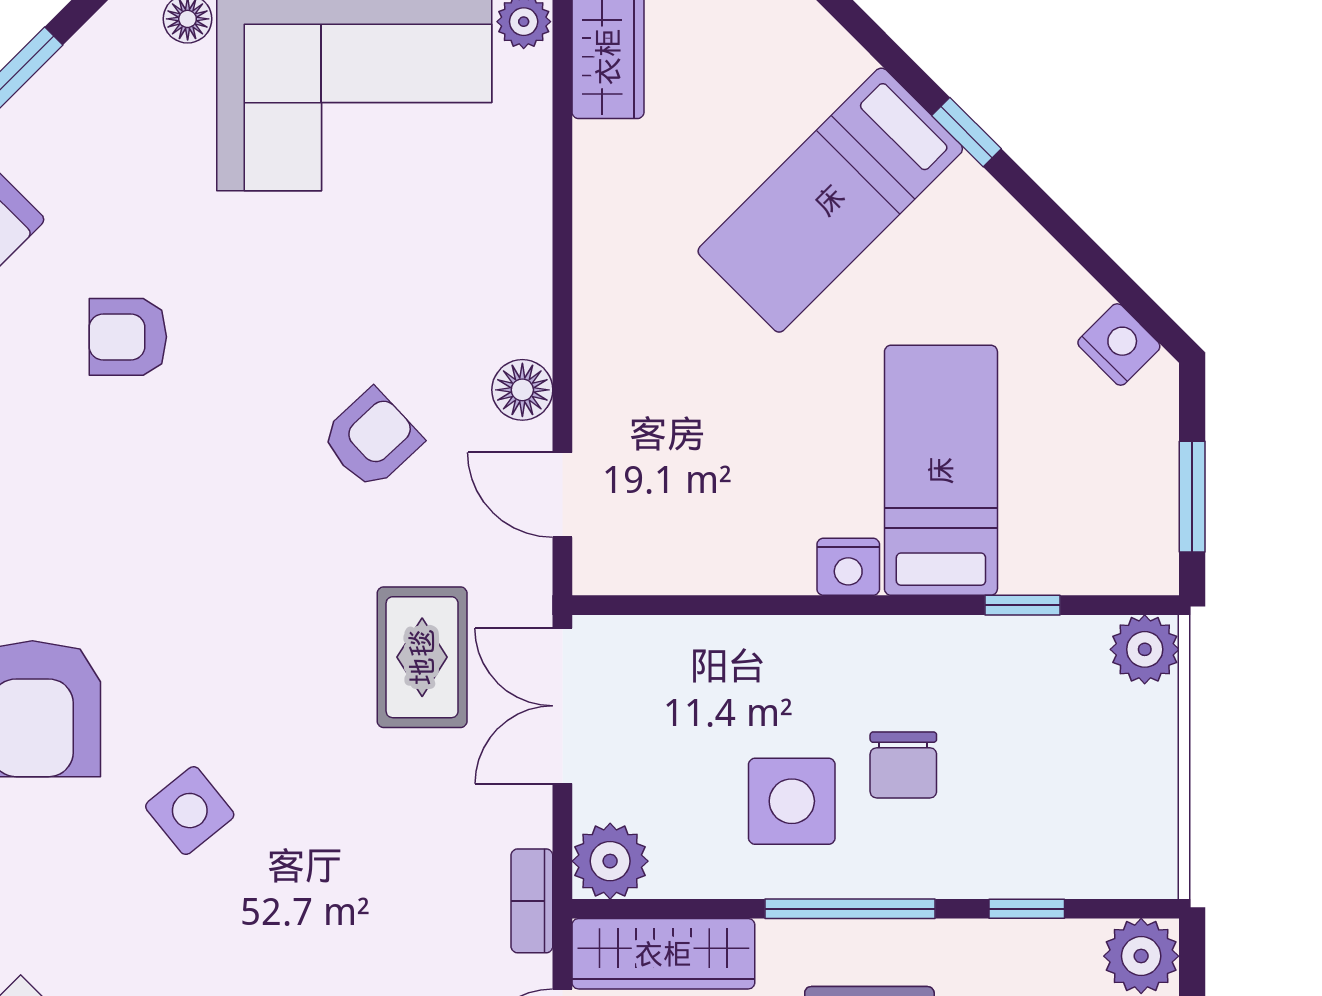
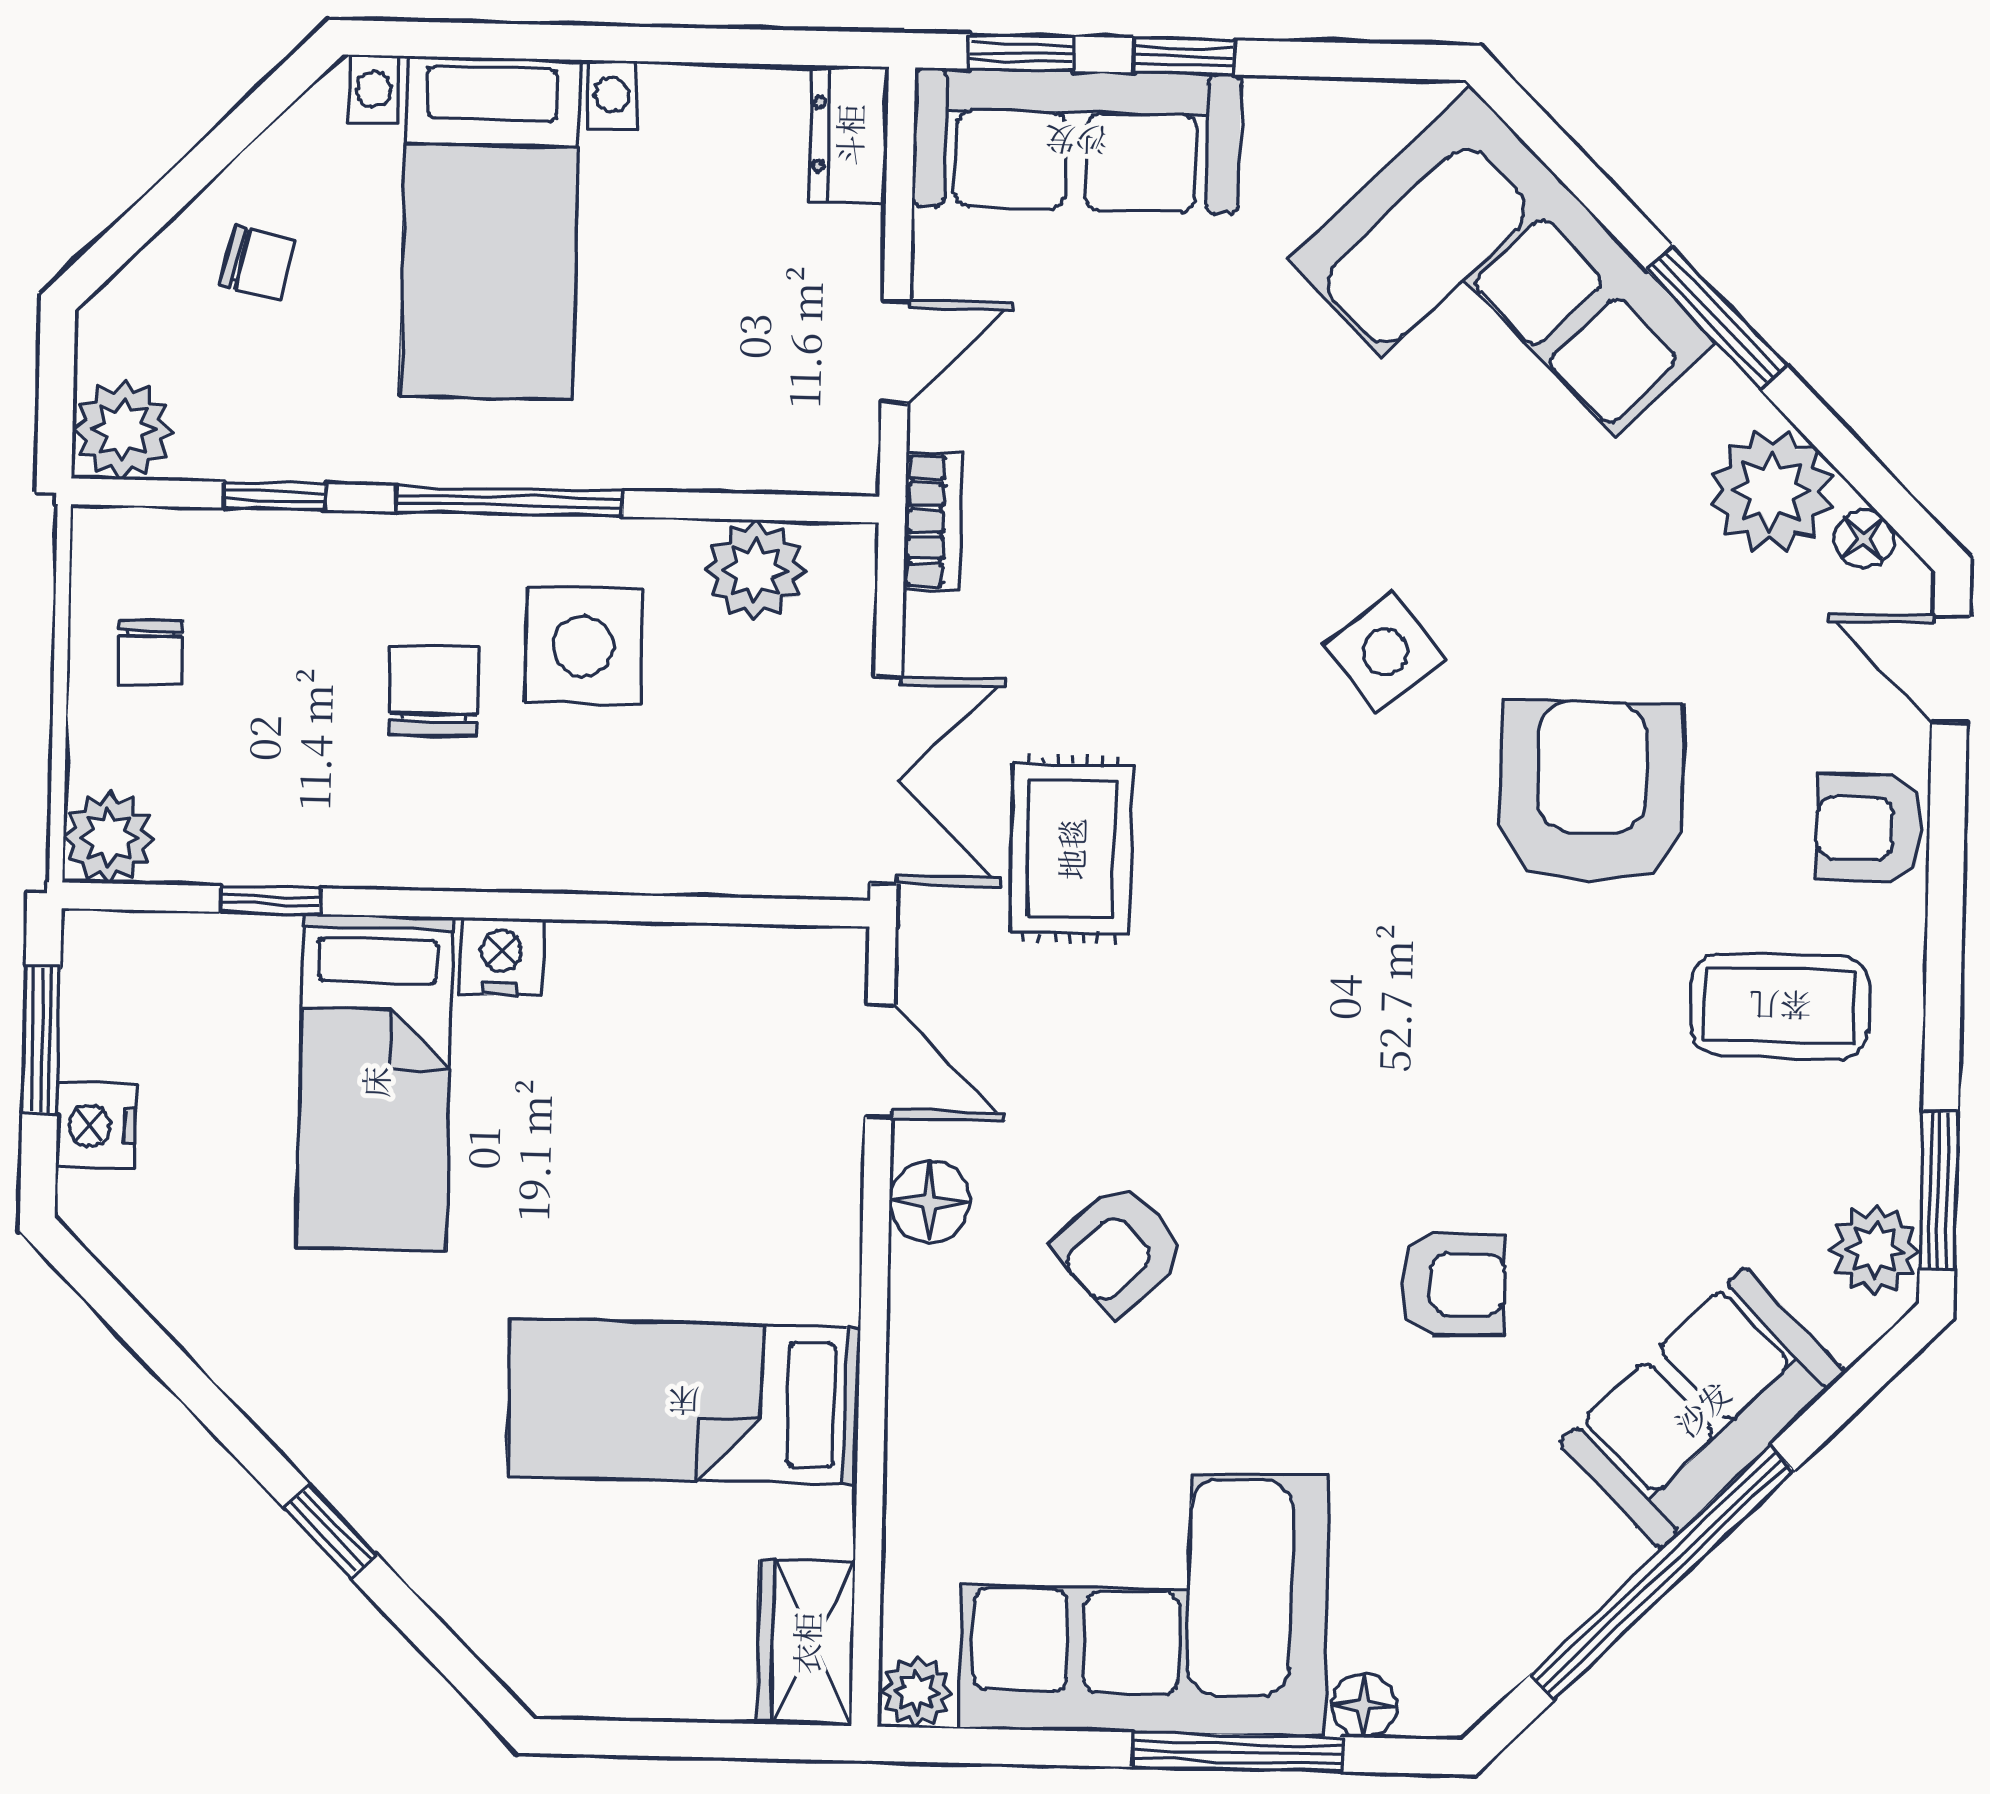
bed: (830, 200) -> (684, 1402), moved, turned -135
nightstand: (1119, 345) -> (96, 1126), moved, turned 45
armchair: (372, 439) -> (1119, 1249), moved
chair: (1117, 789) -> (150, 653), added
plant: (610, 861) -> (755, 570), moved
wardrobe: (663, 954) -> (759, 447), removed

